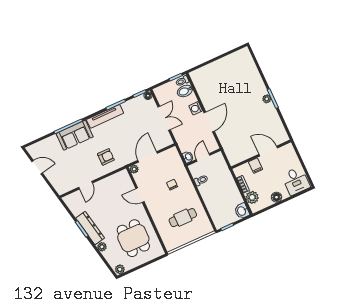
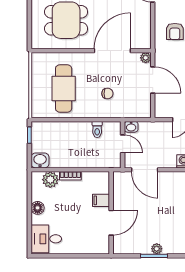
door: (209, 122) -> (145, 170), moved
door: (268, 151) -> (111, 223), moved
wall: (261, 154) -> (111, 213), moved
filing cabinet: (256, 166) -> (101, 200), moved
door: (140, 195) -> (112, 51), width x1.87
cafe table: (183, 218) -> (64, 89), width x1.37, depth x1.35

